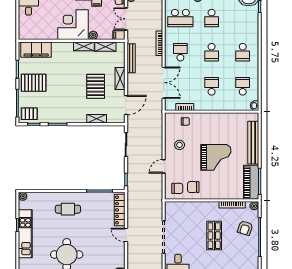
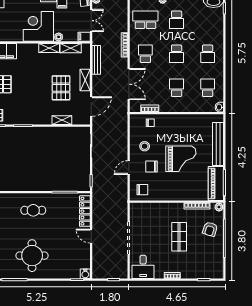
school desk: (180, 18) -> (145, 20), turned 180
double door: (126, 19) -> (91, 21), swing flipped
chair: (193, 187) -> (151, 166), moved

